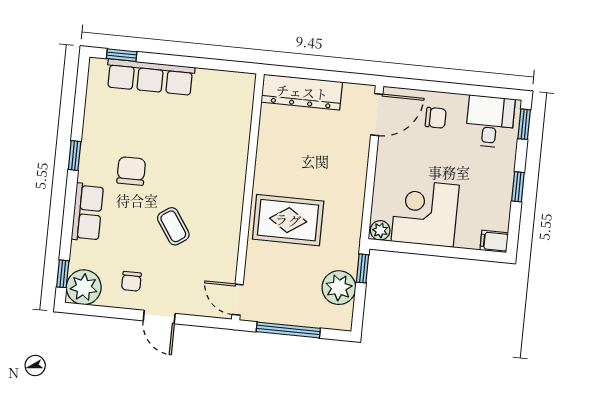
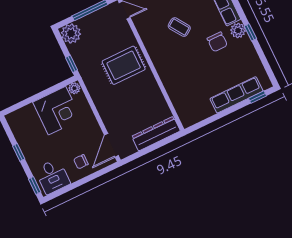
plant: (91, 169) -> (238, 30), added
filing cabinet: (494, 241) -> (14, 118), removed
plant: (339, 288) -> (71, 33), moved

